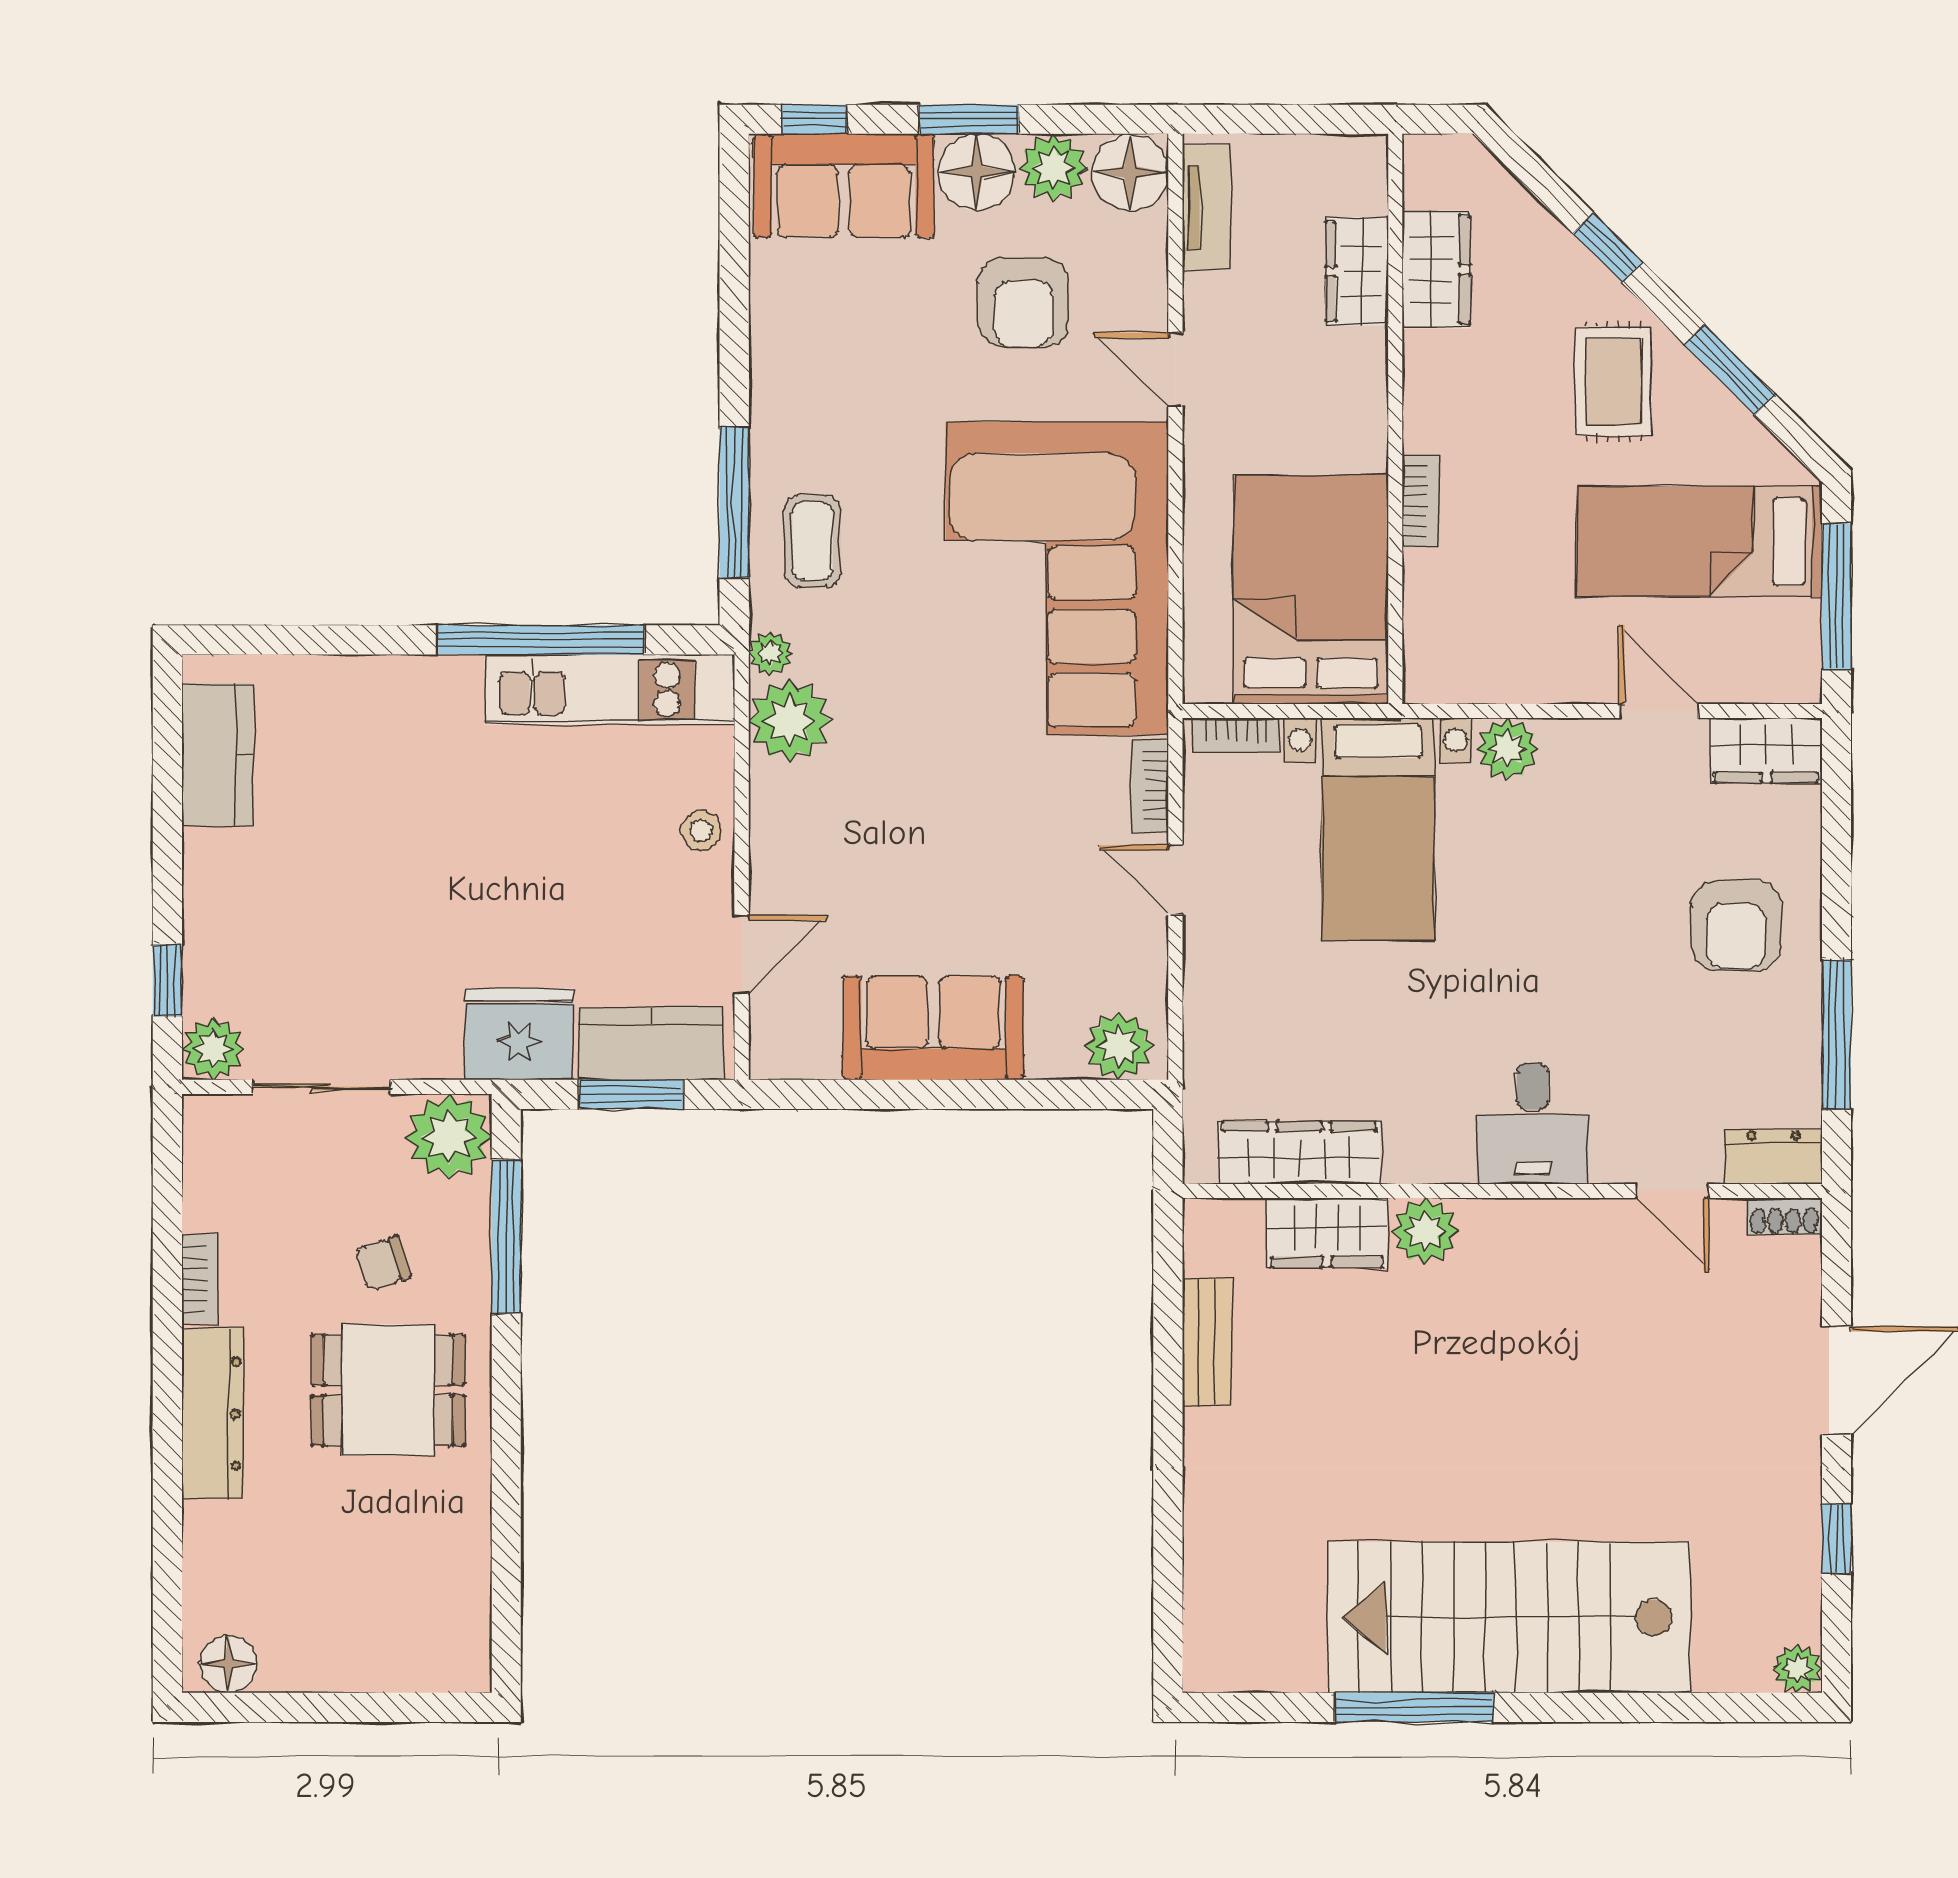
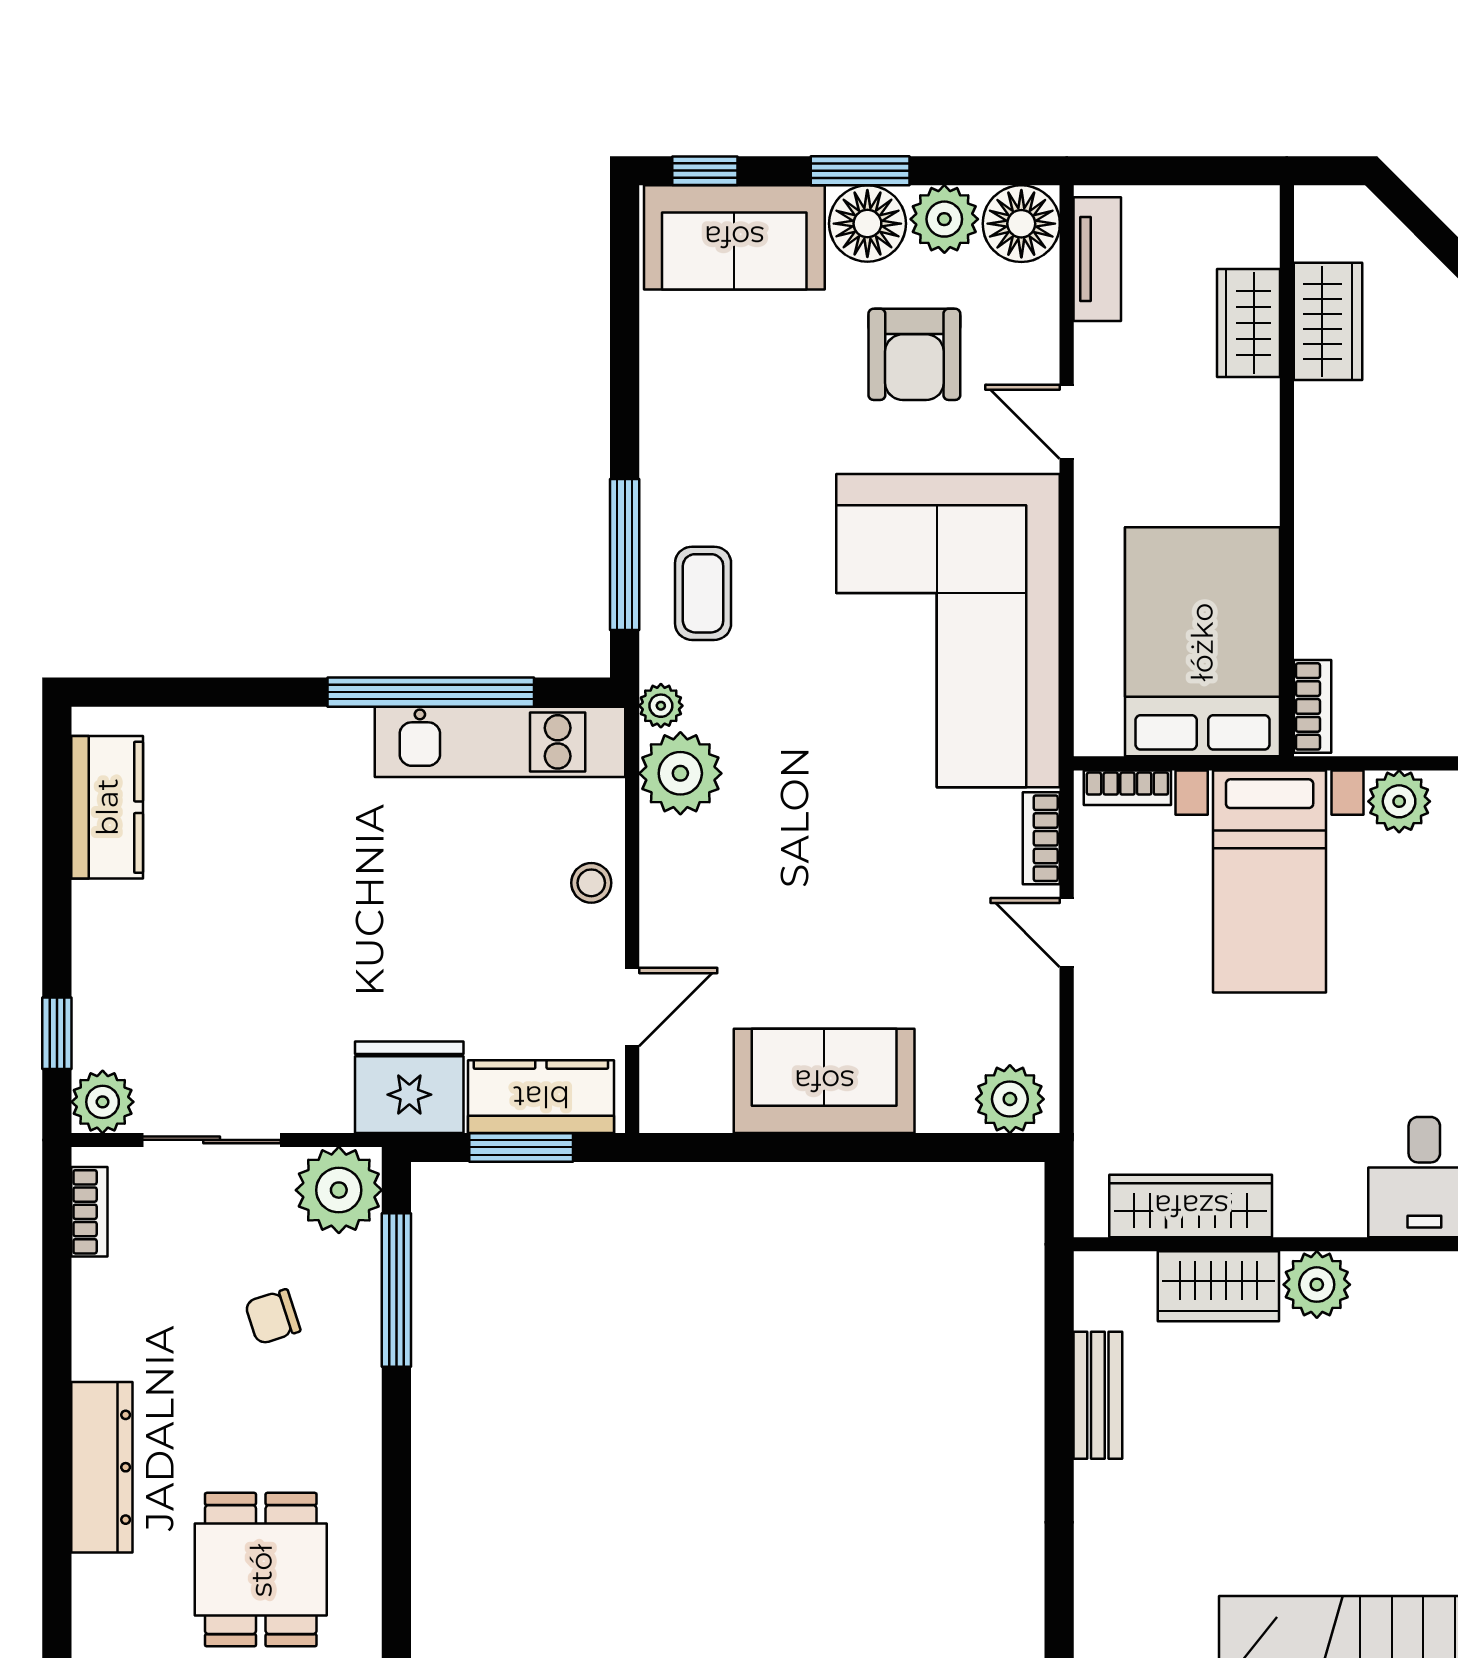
bookcase: (1421, 501) -> (1312, 706), moved
bookcase: (200, 1279) -> (89, 1212), moved
dining table: (388, 1390) -> (261, 1570), moved, turned 90

